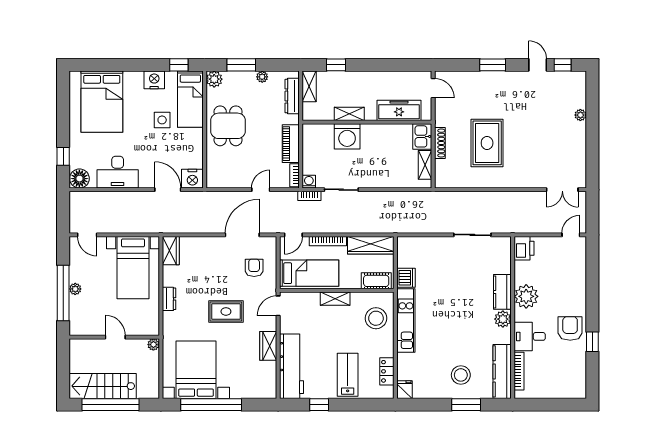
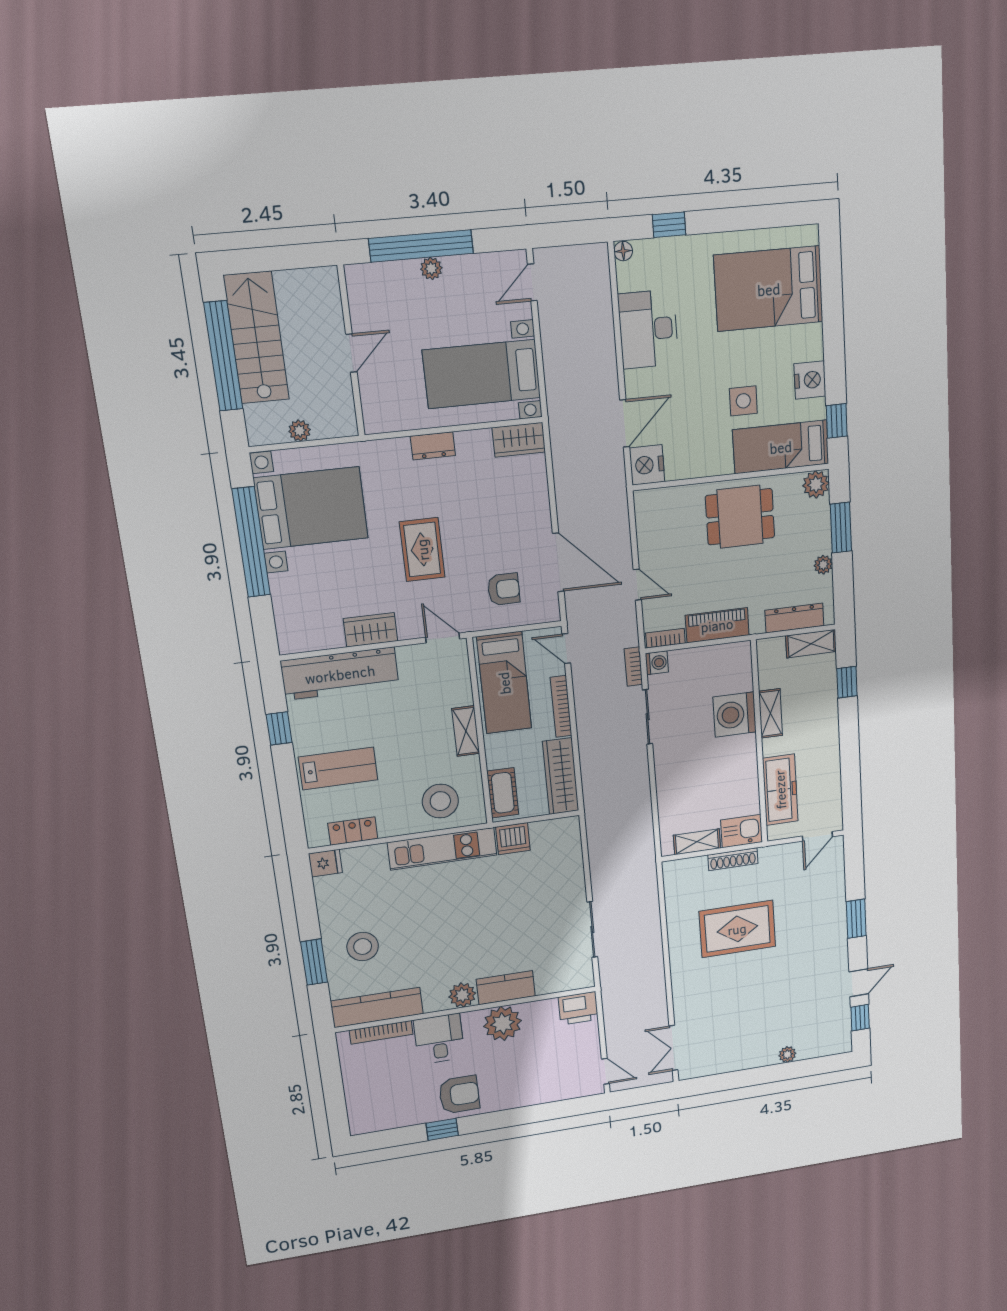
floor lamp: (79, 179) -> (623, 251), width x0.53, depth x0.53
plant: (153, 345) -> (300, 431), moved

